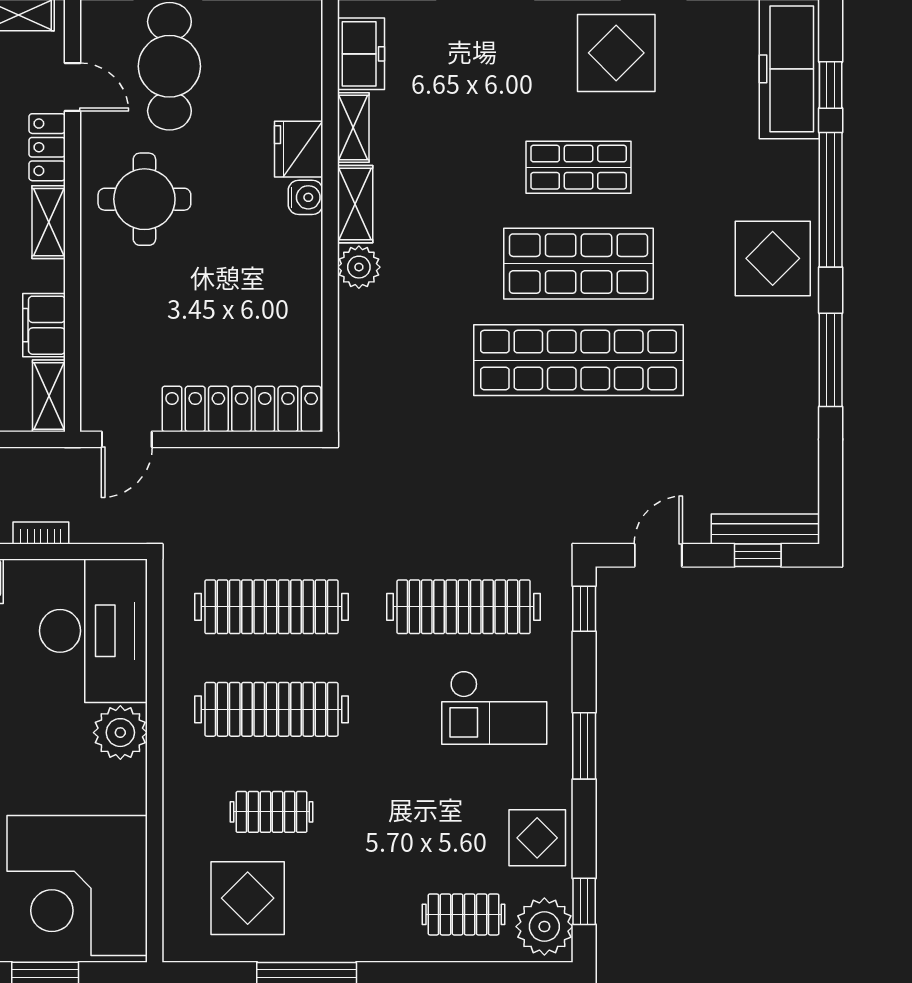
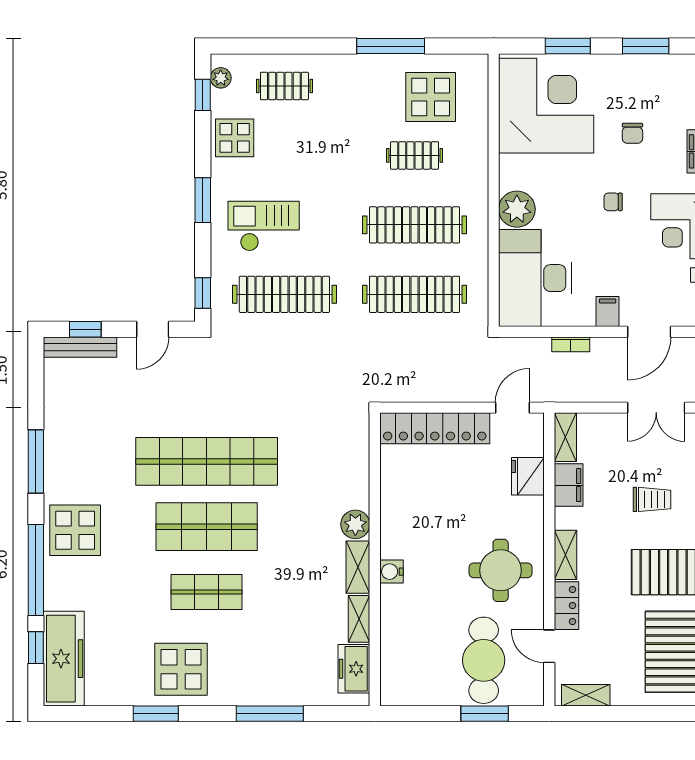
fridge: (299, 149) -> (528, 476), moved, turned 180
plant: (544, 927) -> (221, 78), width x0.53, depth x0.53

